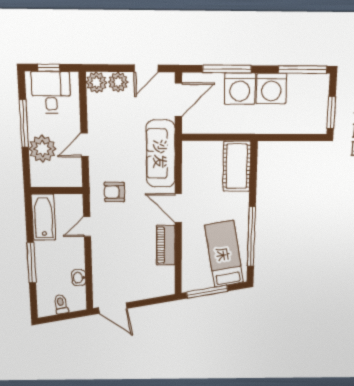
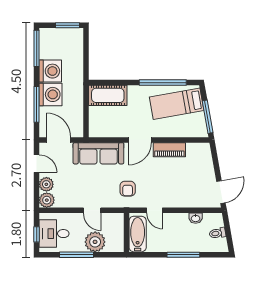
bathtub: (43, 217) -> (138, 234), moved, turned 90

